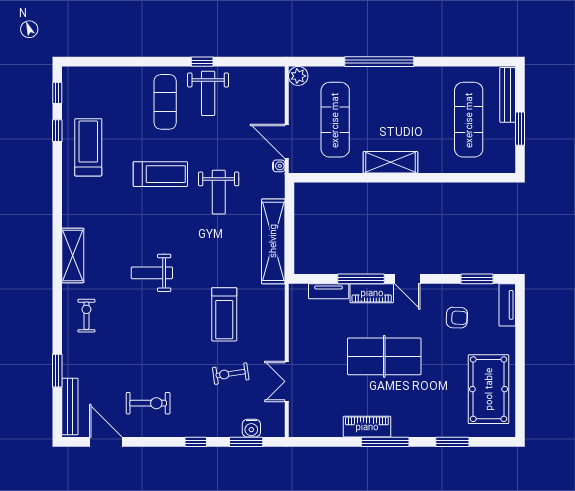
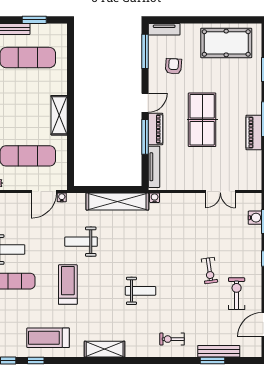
weight bench: (219, 192) -> (81, 242), turned 180
shelving: (73, 256) -> (105, 349), moved
weight bench: (152, 273) -> (141, 291), turned -90
window: (477, 279) -> (145, 51), width x1.44
tv unit: (329, 291) -> (154, 167), width x1.41
water cooler: (278, 292) -> (155, 198), added
treadmill: (224, 314) -> (171, 238), removed
exercise bike: (231, 374) -> (210, 271), moved
bench: (70, 407) -> (219, 351), moved

